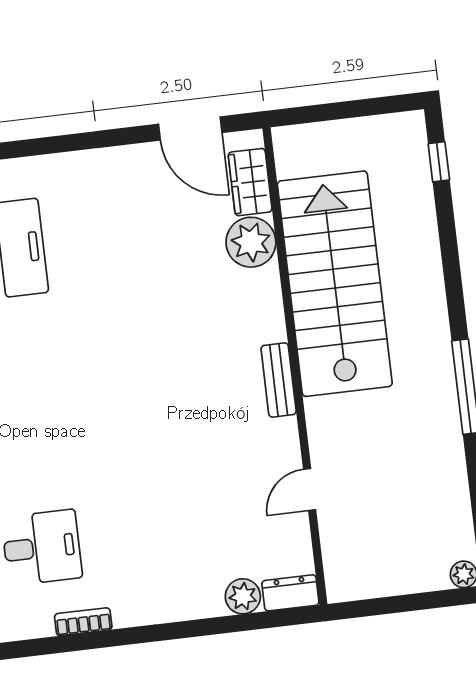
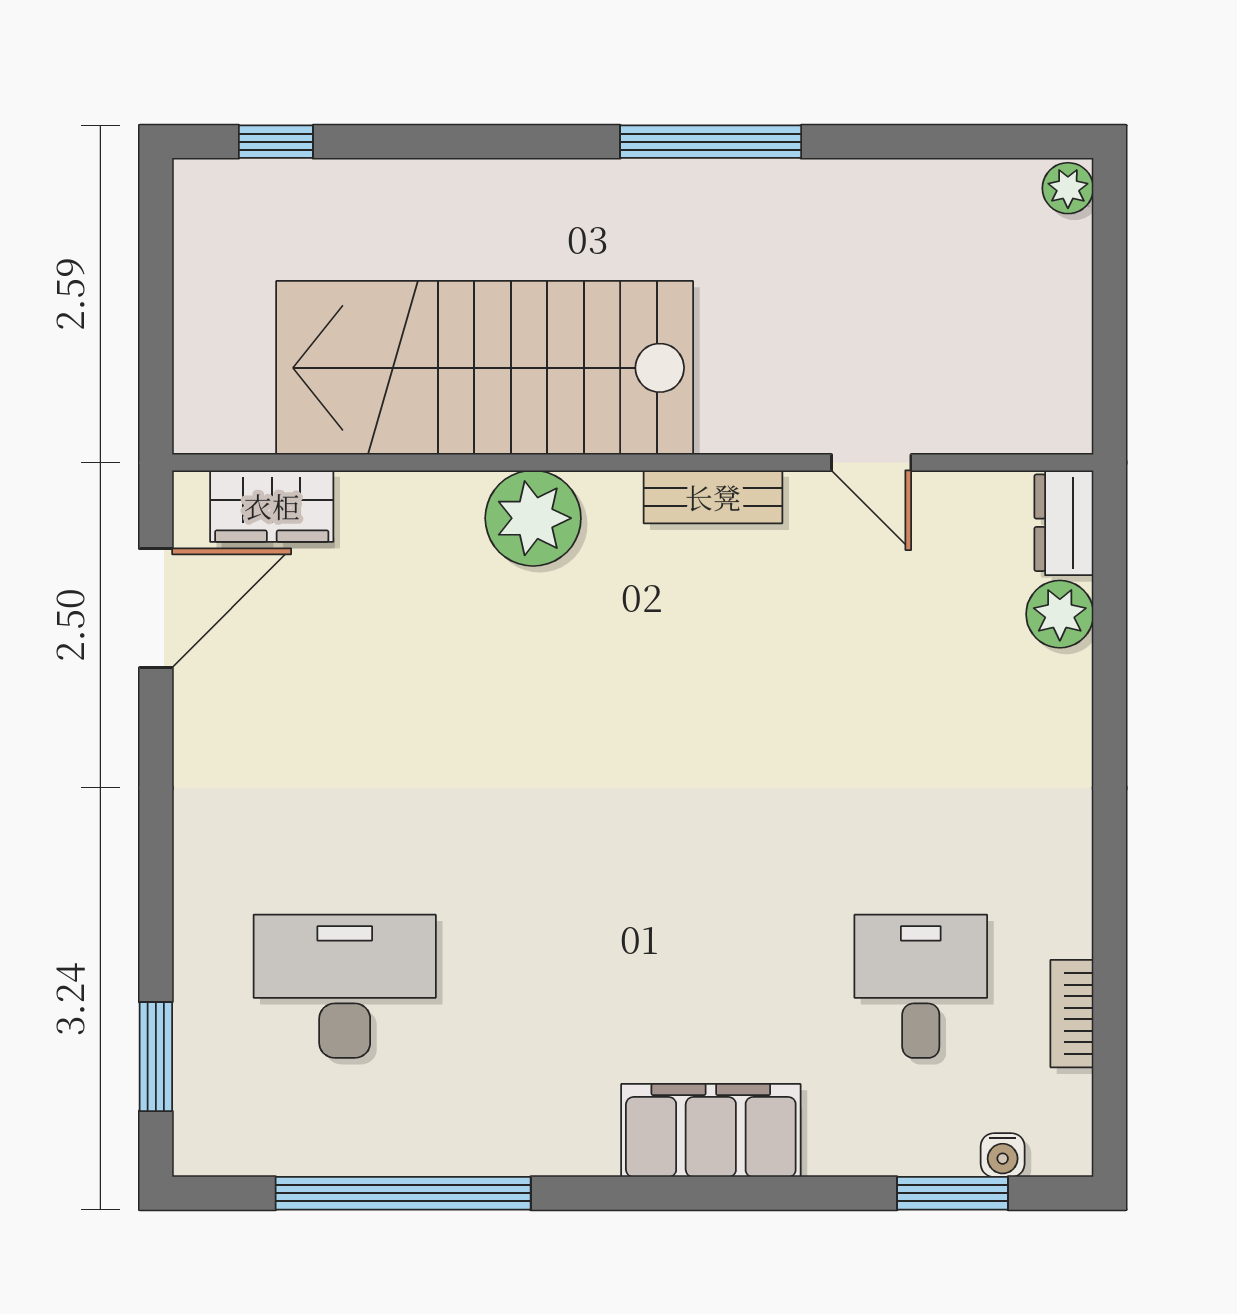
plant: (251, 242) -> (533, 518), moved
bench: (279, 380) -> (713, 497), moved
bookcase: (83, 622) -> (1072, 1014), moved

